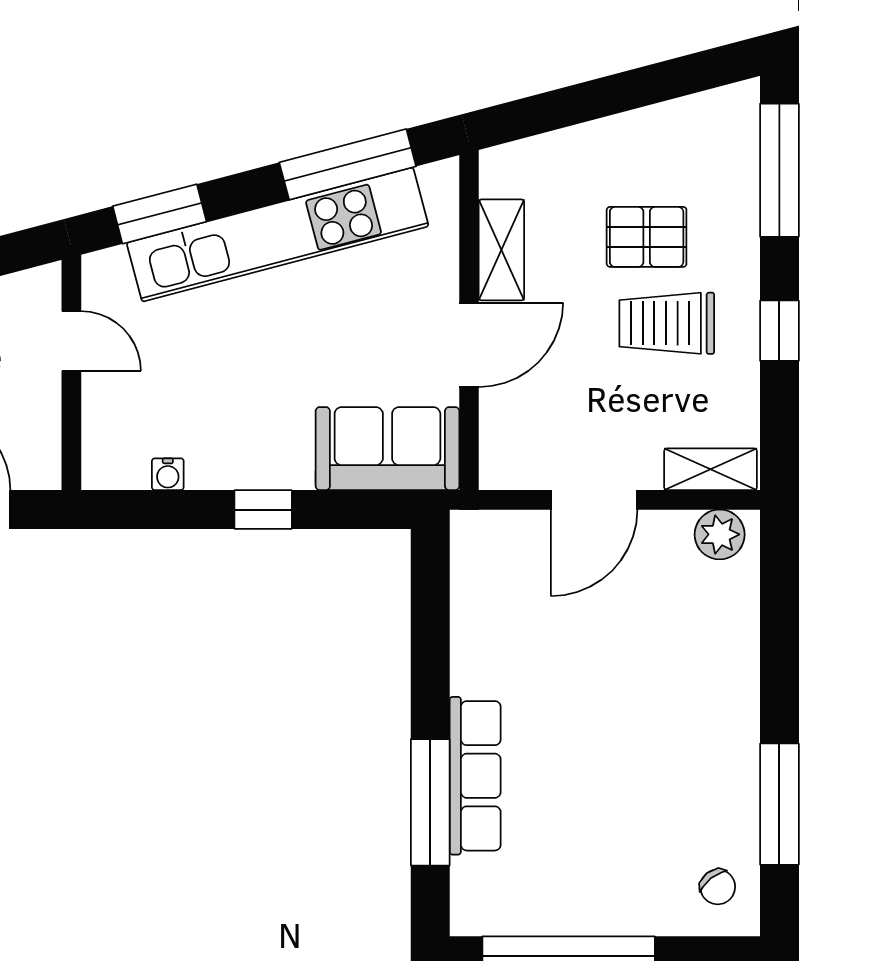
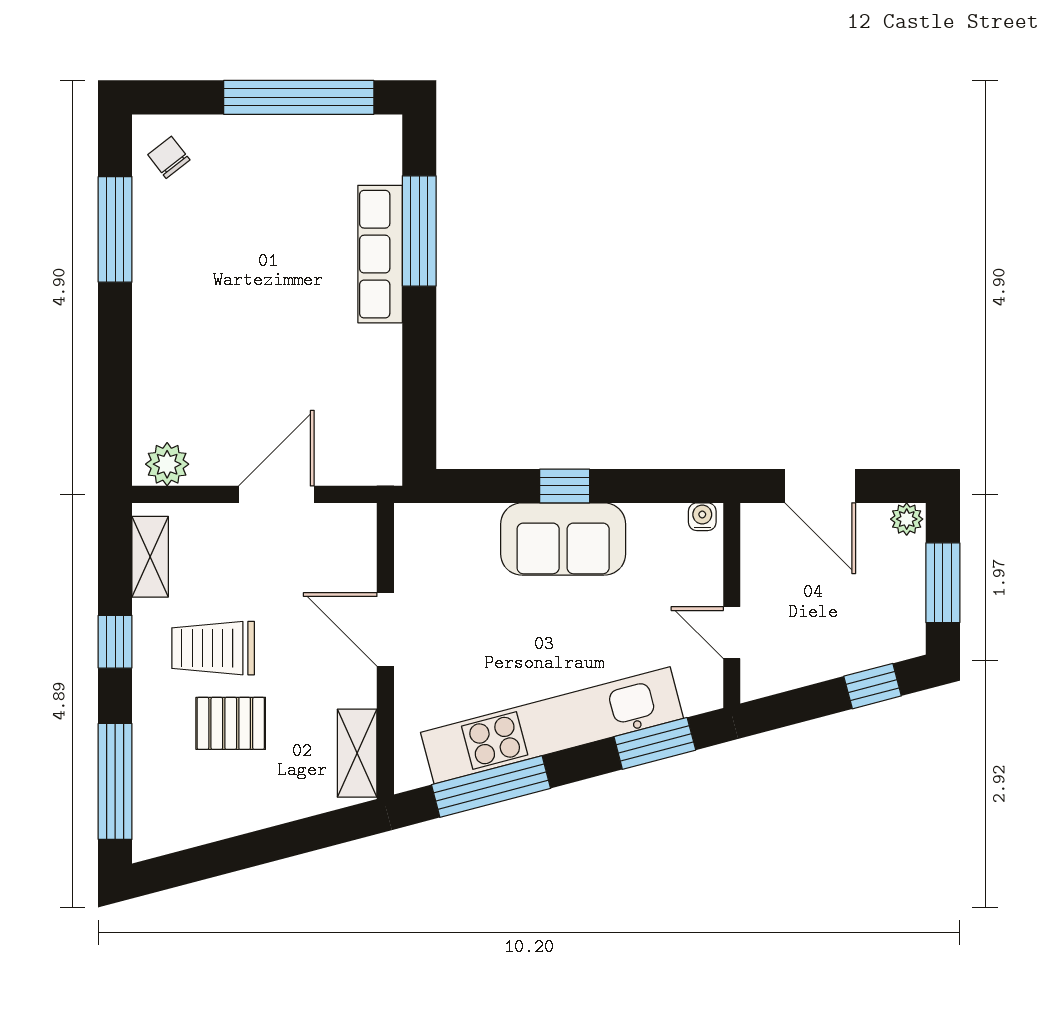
shelving: (501, 250) -> (357, 753), moved
trolley: (667, 323) -> (213, 648), turned 180
door: (469, 345) -> (385, 629), hinge flipped
sofa: (387, 449) -> (563, 539), moved
shelving: (711, 469) -> (150, 557), moved, turned 90
water cooler: (168, 474) -> (702, 517), moved

